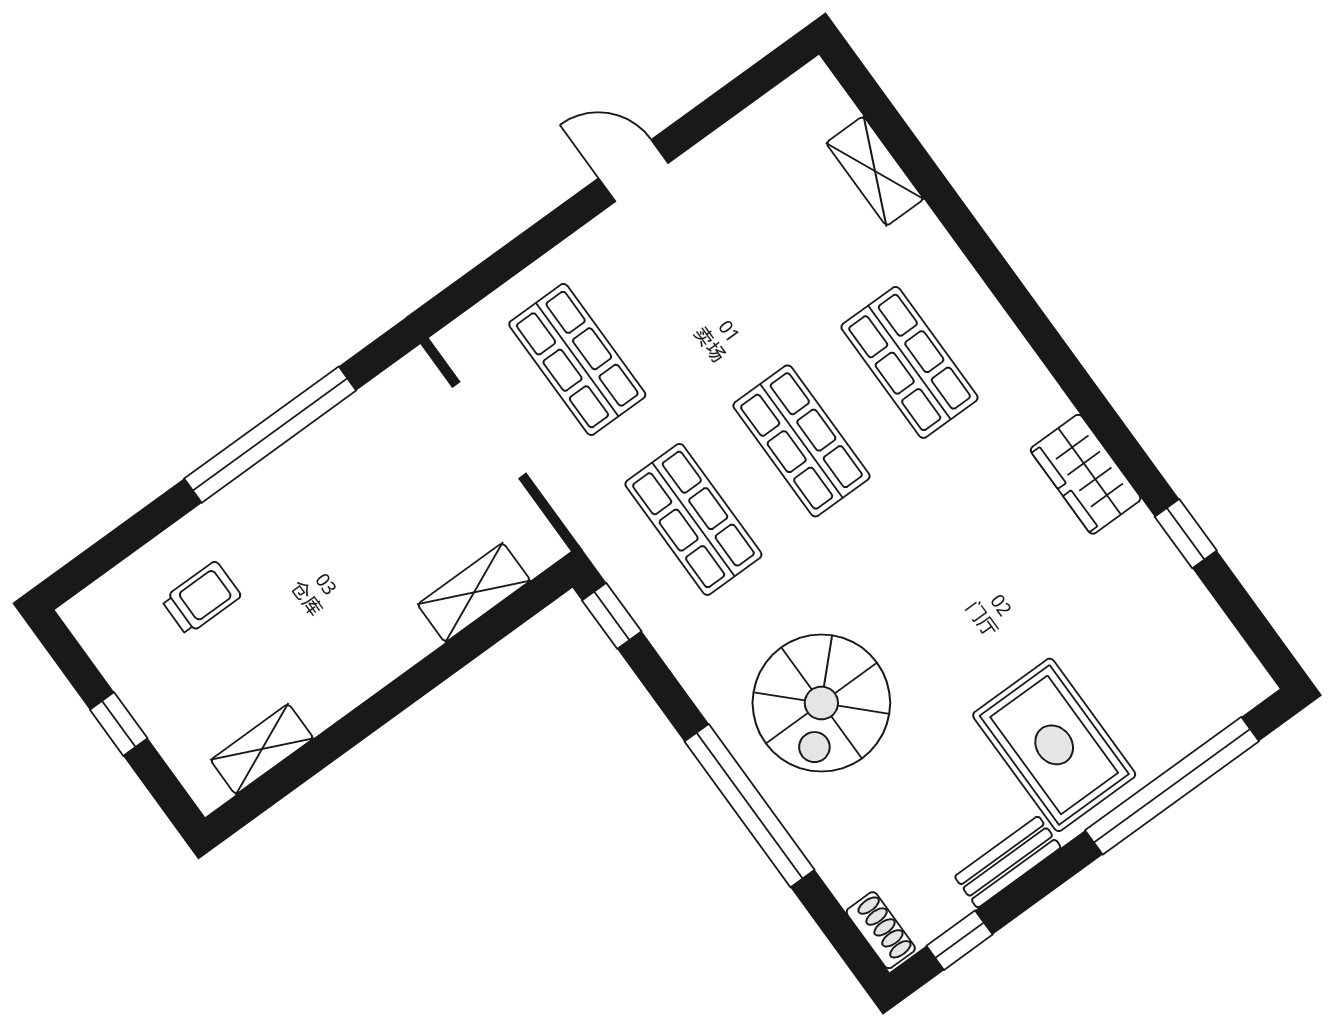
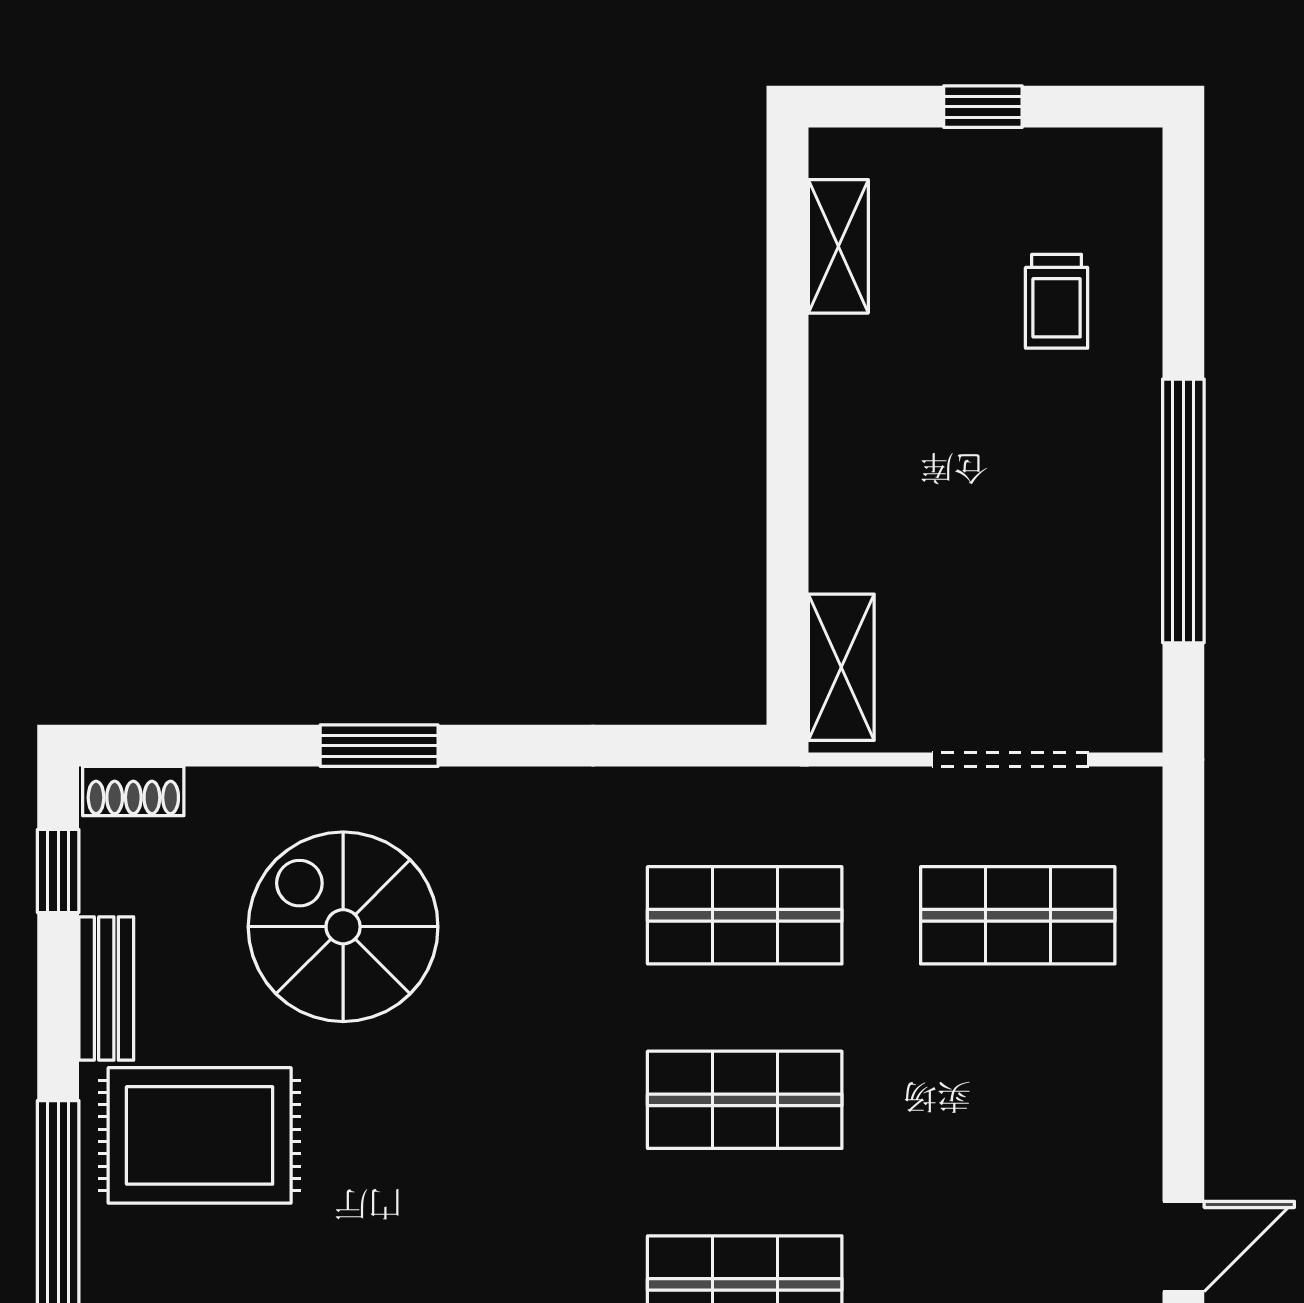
door: (633, 171) -> (1183, 1246), moved
shelving: (474, 593) -> (841, 667), moved
window: (612, 616) -> (703, 746), removed
spiral stairs: (821, 703) -> (343, 927), moved
window: (750, 806) -> (379, 746), width x0.47

